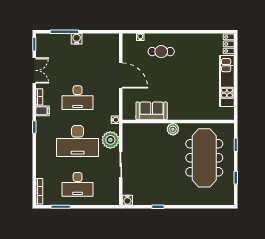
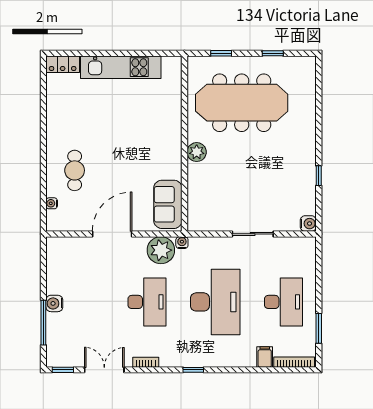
filing cabinet: (43, 111) -> (265, 357), moved
sofa: (152, 111) -> (168, 204), moved
plant: (110, 140) -> (161, 250), moved

